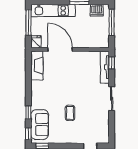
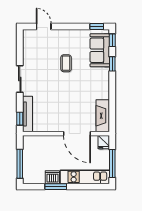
dishwasher: (97, 10) -> (52, 177), moved

